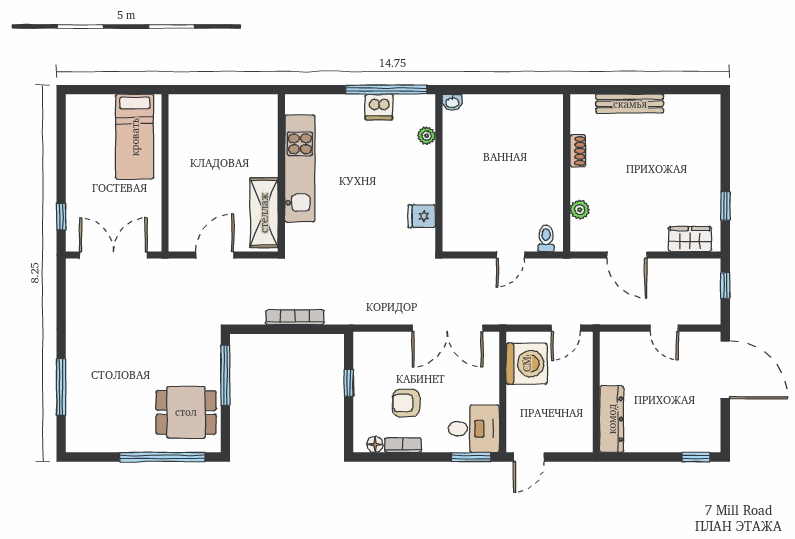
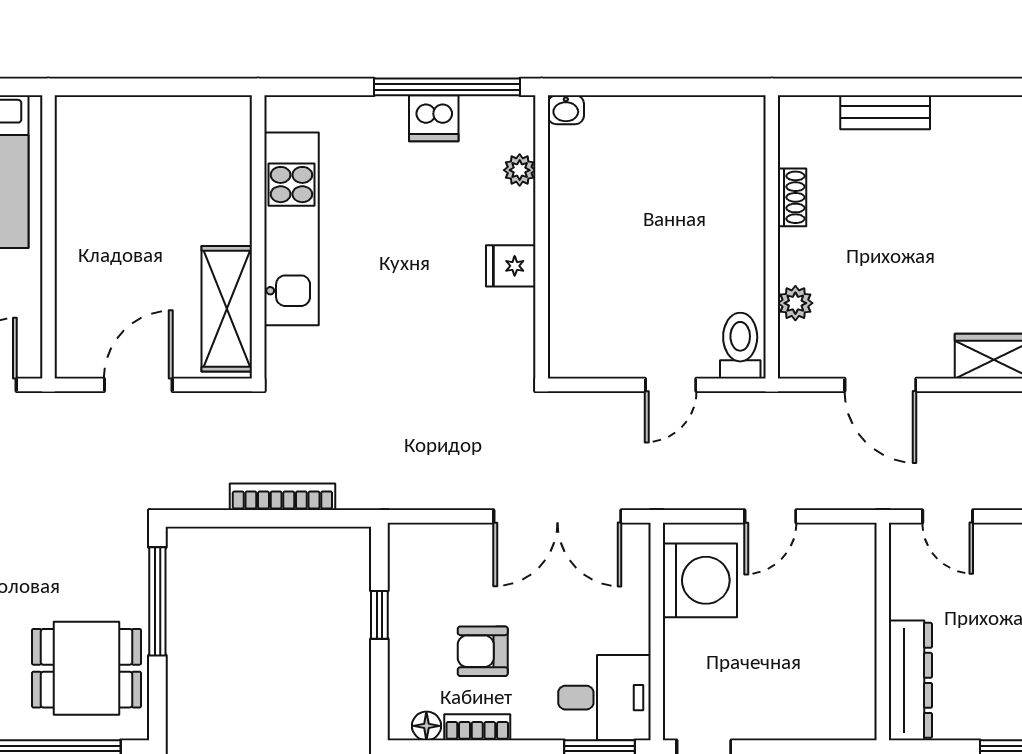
bench: (630, 104) -> (885, 112), width x0.73
fridge: (422, 216) -> (511, 266), moved
toilet: (546, 238) -> (740, 346), width x1.37, depth x1.39
wall: (596, 392) -> (883, 631), moved
dresser: (612, 419) -> (910, 680), moved

